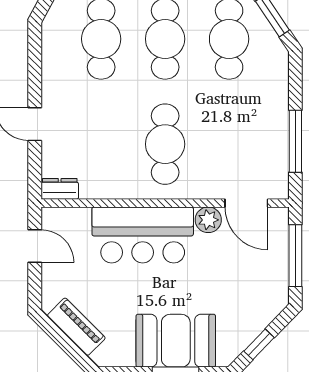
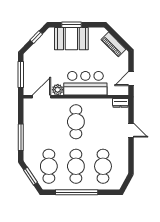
window: (295, 141) -> (21, 137), moved
door: (246, 203) -> (41, 97), hinge flipped
door: (35, 246) -> (131, 79), hinge flipped

